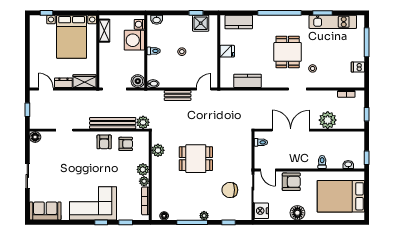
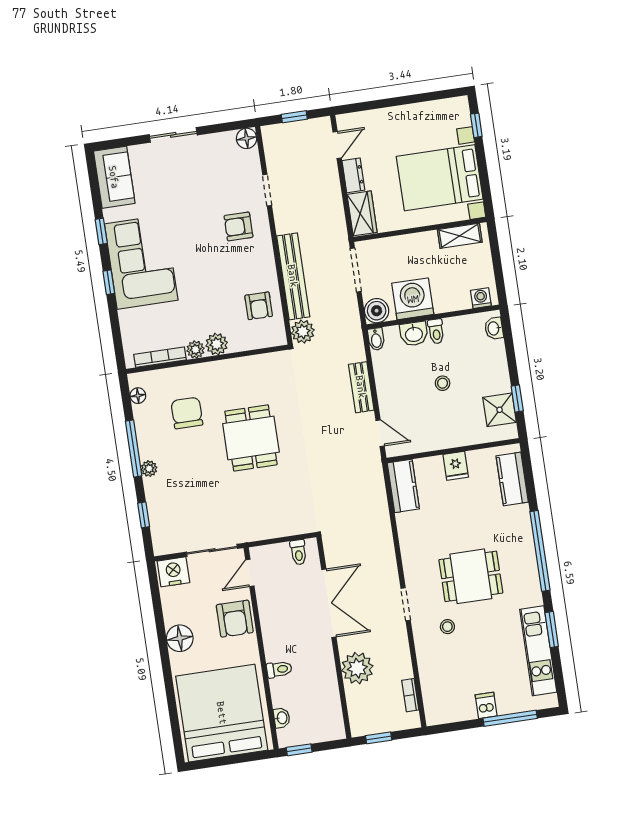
washing machine: (134, 40) -> (413, 299), moved
washbasin: (153, 63) -> (414, 334), added
dishwasher: (358, 67) -> (486, 705), moved
kitchen counter: (248, 81) -> (403, 486), moved
armchair: (104, 142) -> (238, 226), moved
plant: (158, 150) -> (256, 366), removed
chair: (230, 190) -> (187, 413), moved
bed: (341, 196) -> (222, 713), width x1.36
window: (126, 222) -> (101, 231), moved

